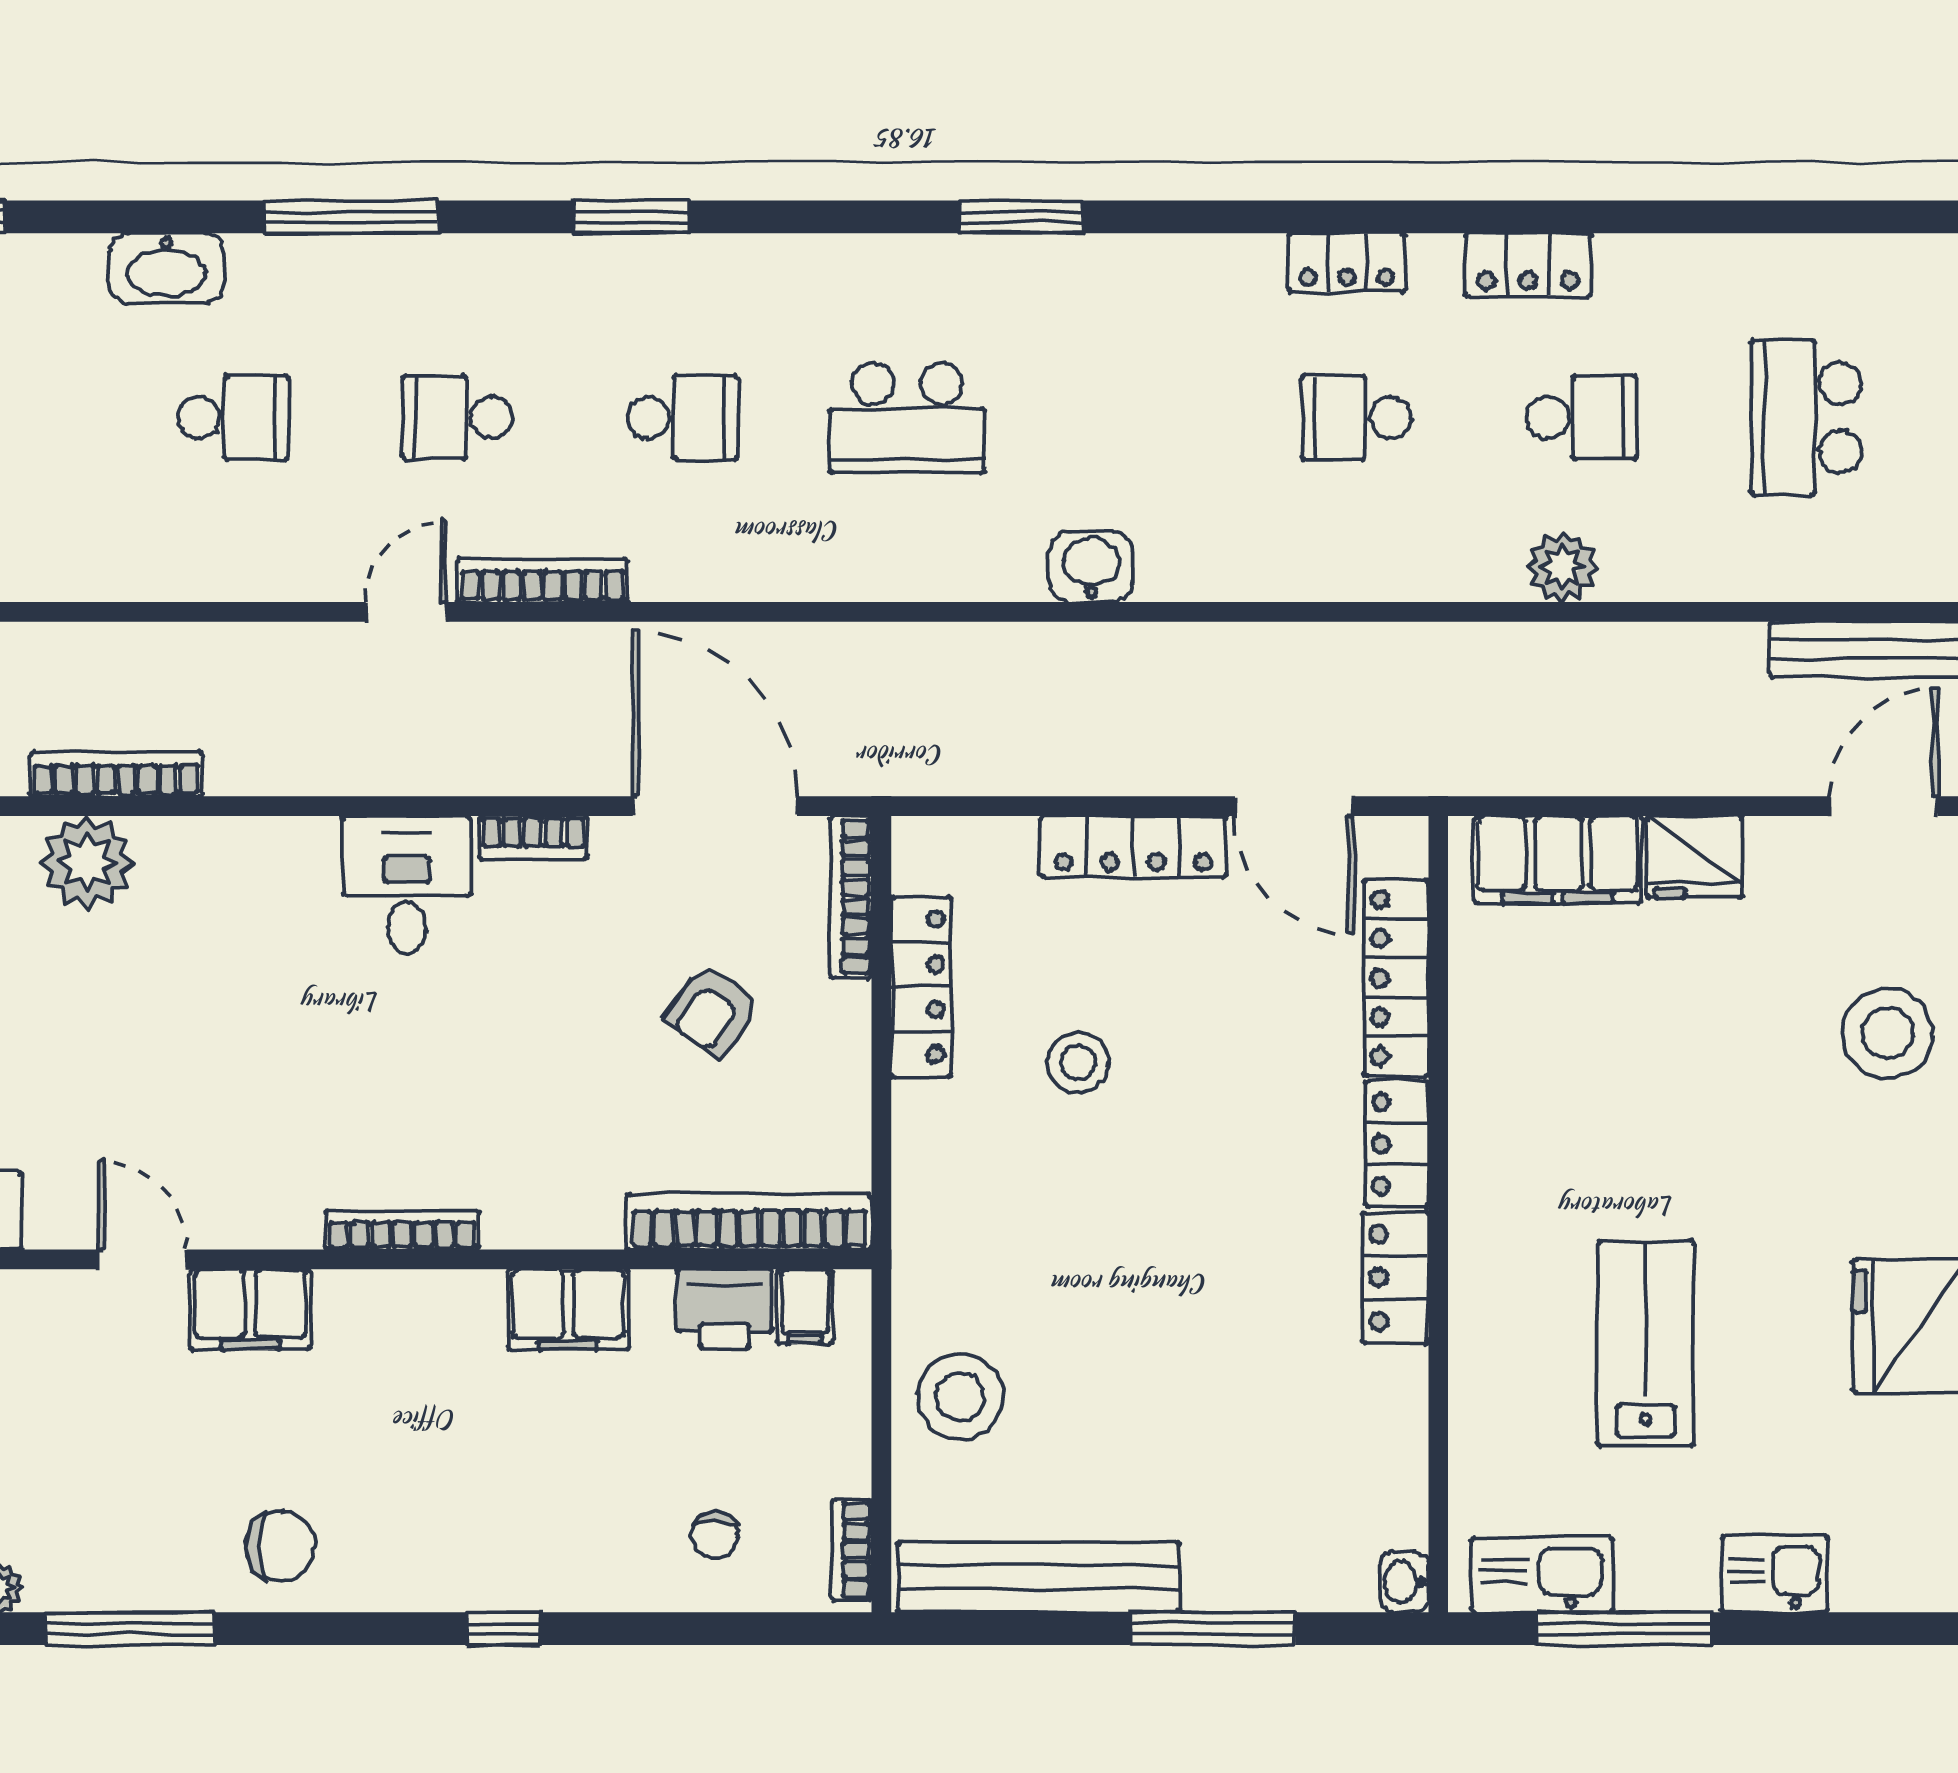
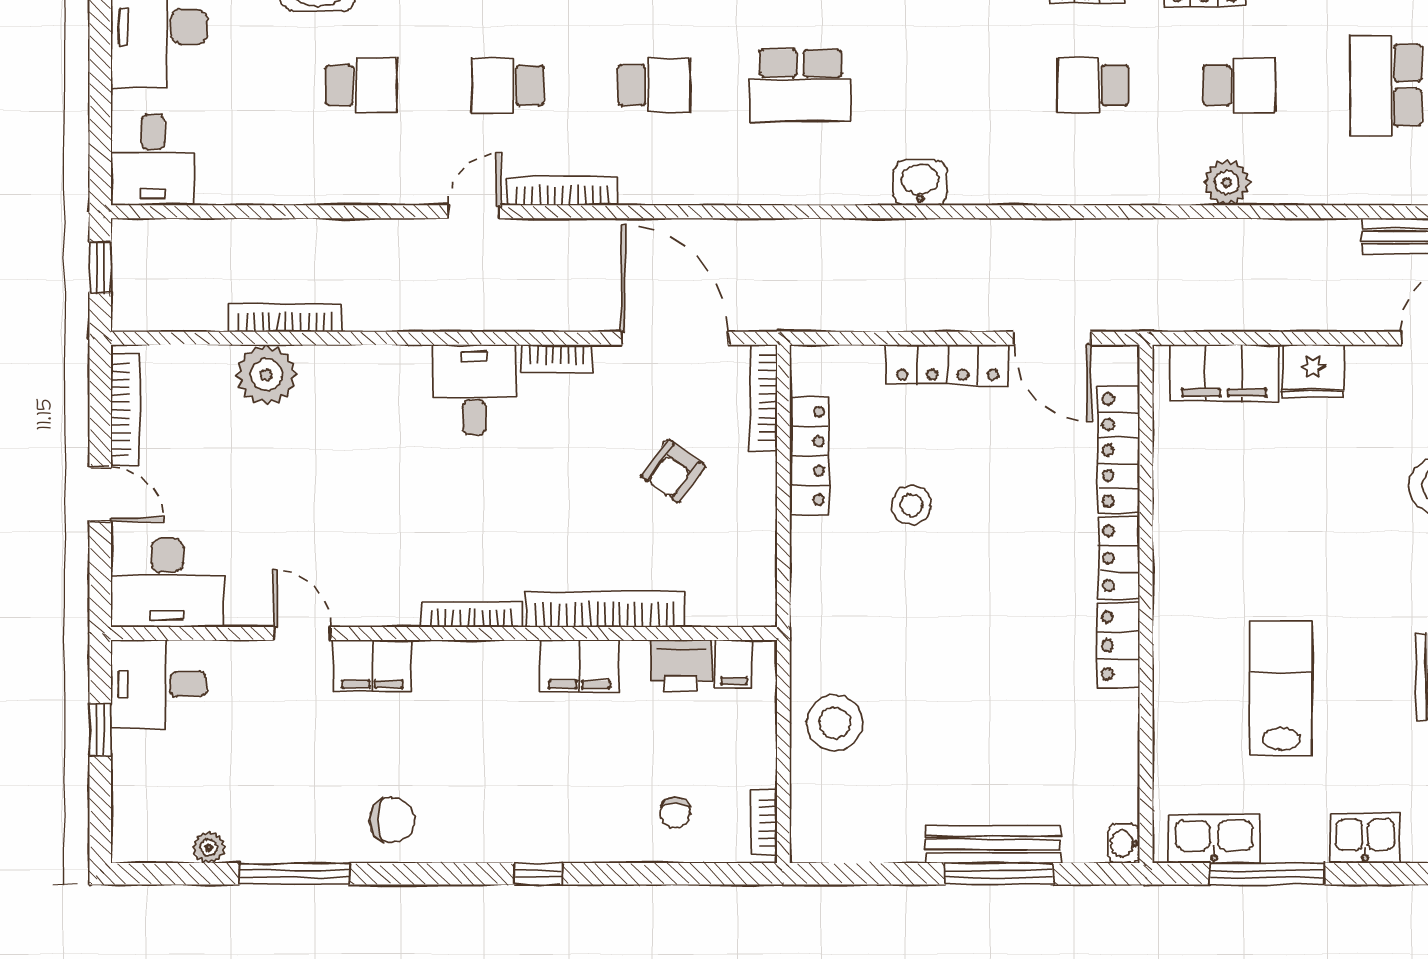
bookcase: (749, 1222) -> (605, 609), moved
bench: (1038, 1577) -> (993, 844), moved, width x0.73, depth x0.82

